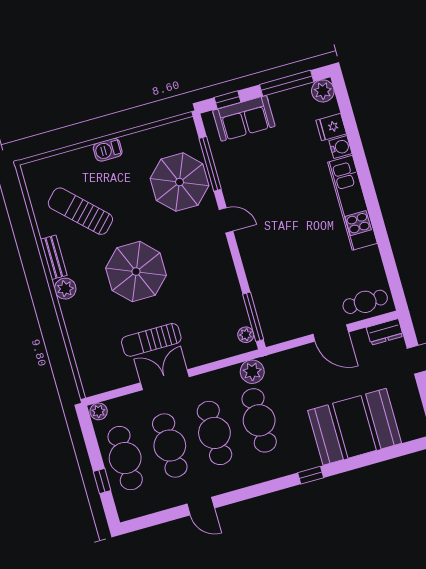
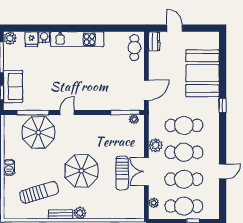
sun lounger: (80, 211) -> (39, 192), turned -151
door: (331, 333) -> (146, 90), moved
plant: (252, 372) -> (156, 145), moved
plant: (99, 411) -> (154, 203), moved

